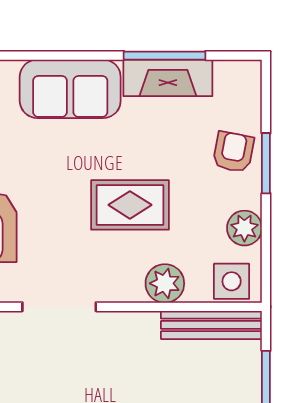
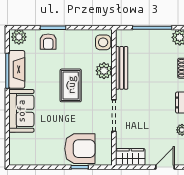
armchair: (233, 152) -> (48, 42), turned -101
plant: (244, 228) -> (19, 37), moved
bench: (211, 325) -> (122, 68), moved

